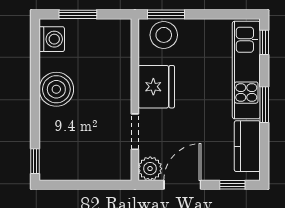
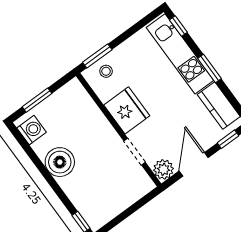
stool: (164, 35) -> (106, 71), width x0.53, depth x0.53

